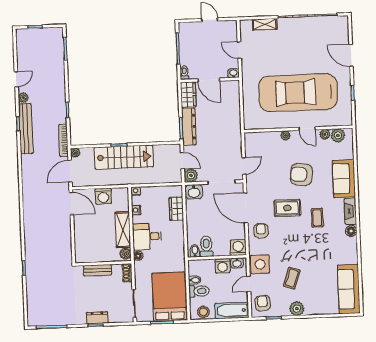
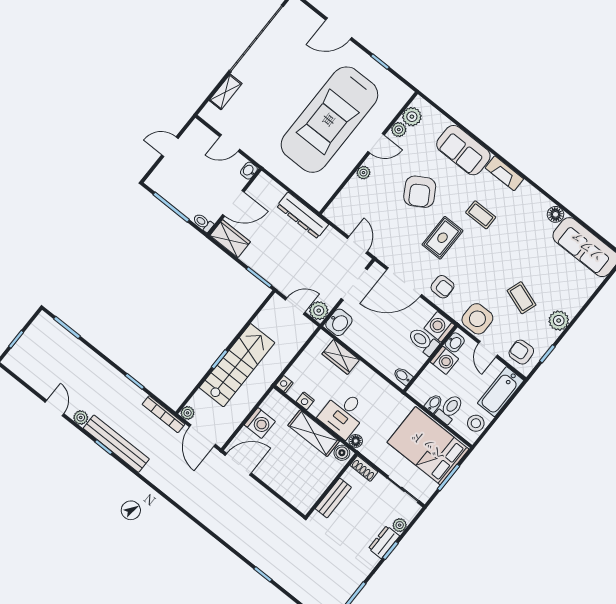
dresser: (189, 127) -> (303, 215), moved, turned 180
armchair: (301, 174) -> (420, 192), turned -38
armchair: (261, 231) -> (442, 287), turned 180
floor lamp: (351, 231) -> (555, 214), moved
toilet: (206, 246) -> (423, 341), moved
plant: (114, 318) -> (400, 525), added

